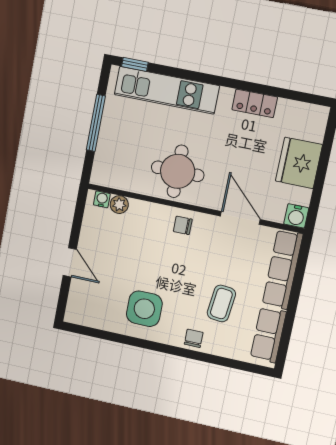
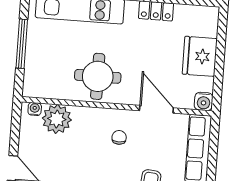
plant: (119, 205) -> (57, 119), width x1.88, depth x1.88
chair: (183, 225) -> (119, 137), moved, turned 90

